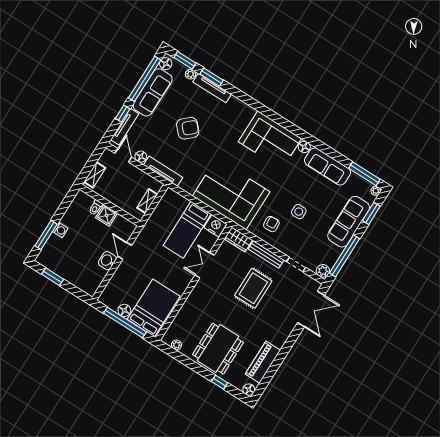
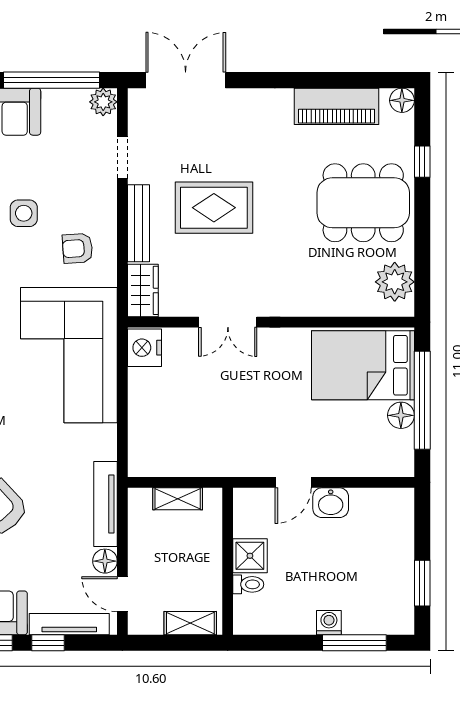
door: (123, 155) -> (122, 594), hinge flipped
bed: (187, 230) -> (184, 394), removed
plant: (176, 345) -> (395, 282), width x1.88, depth x1.88

